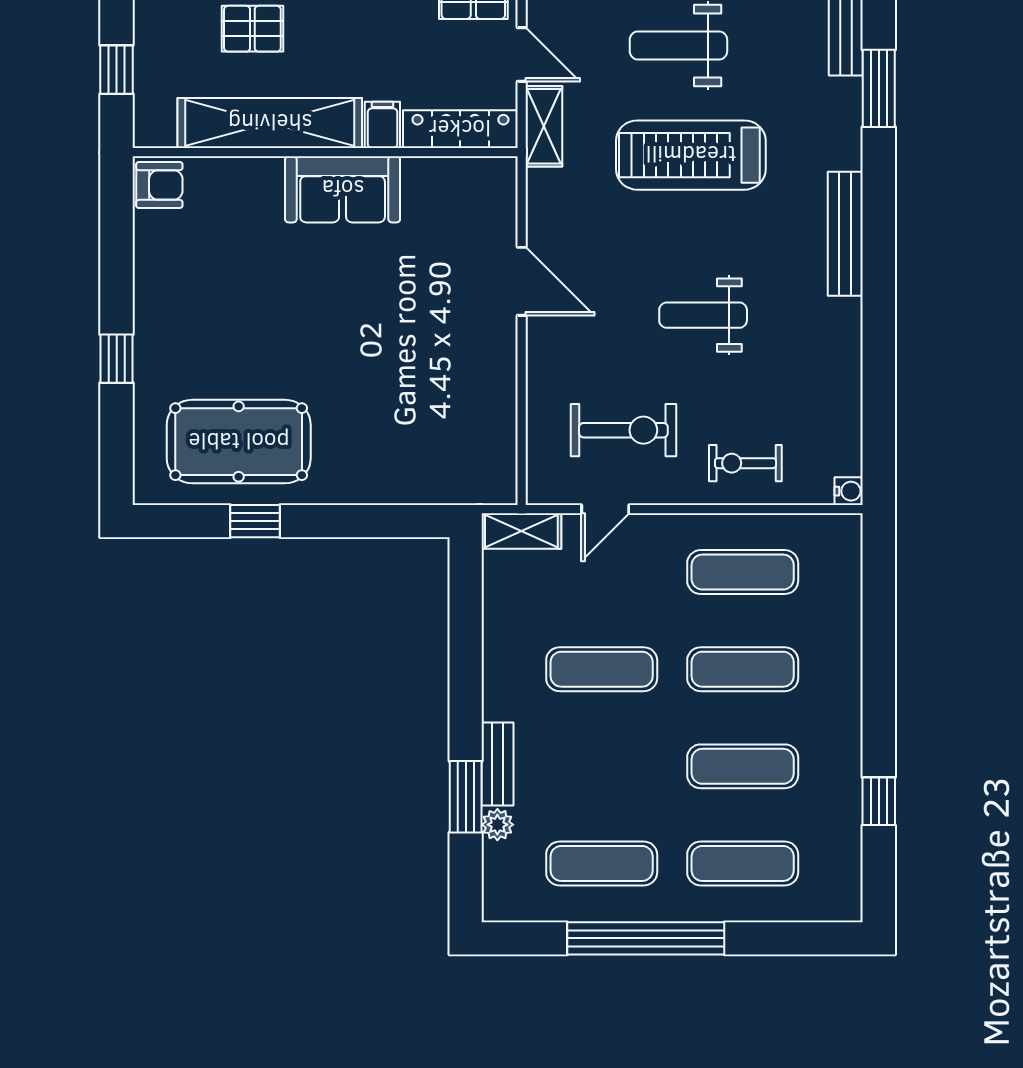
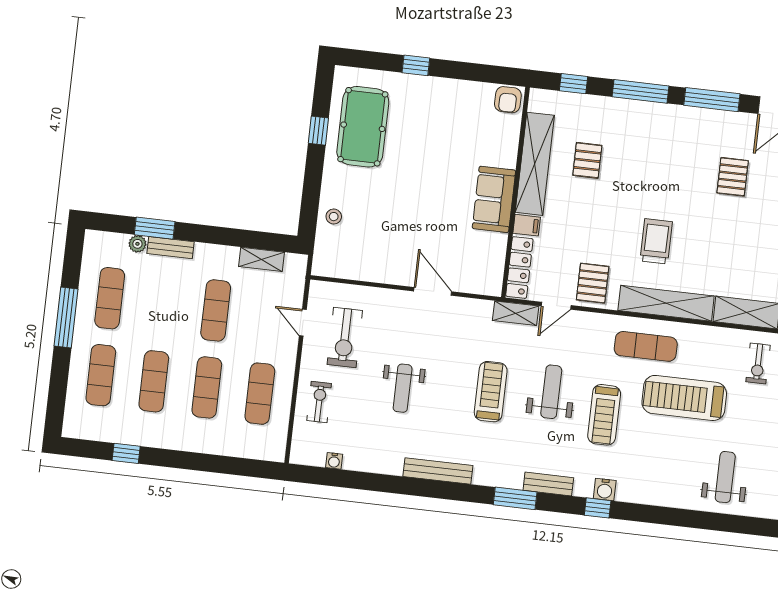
treadmill: (691, 155) -> (491, 392), width x0.73, depth x0.73
door: (522, 281) -> (433, 291), swing flipped
weight bench: (703, 315) -> (403, 388), turned 180
stool: (407, 476) -> (334, 217), added
water cooler: (849, 491) -> (334, 461), moved
shelving: (521, 531) -> (262, 259), moved, turned 90
window: (646, 938) -> (66, 318), width x0.68

